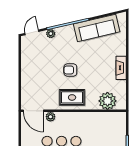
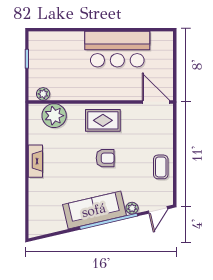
sofa: (97, 28) -> (94, 210), moved
coffee table: (30, 64) -> (161, 167), added
plant: (50, 117) -> (43, 94), moved

